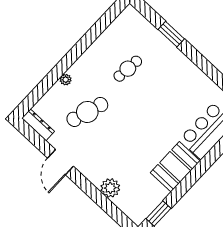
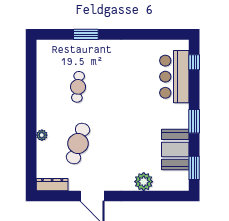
booth: (175, 167) -> (175, 149), moved
window: (192, 178) -> (194, 121), added

